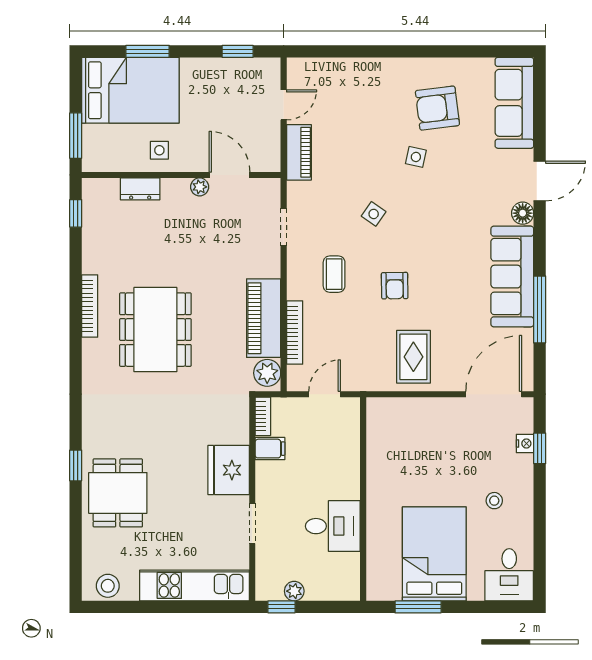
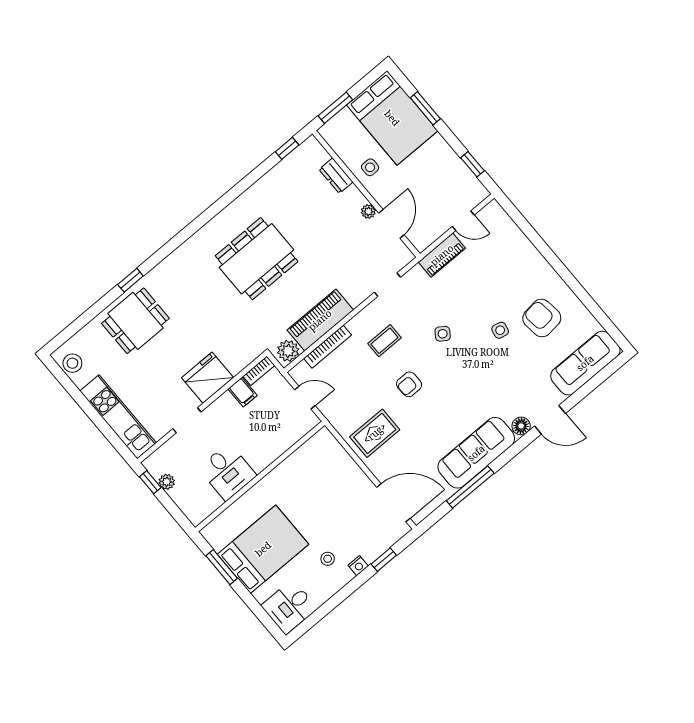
bookcase: (90, 306) -> (237, 206), removed
nightstand: (525, 443) -> (358, 566), moved

